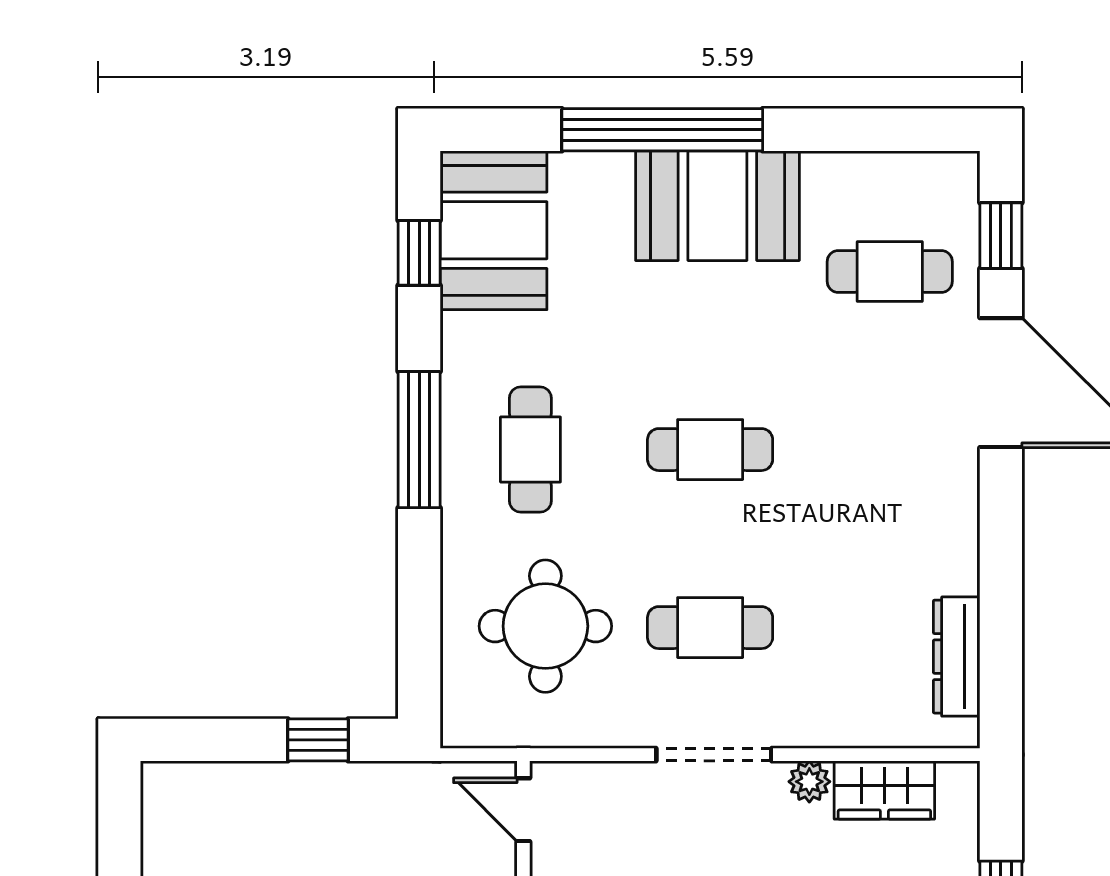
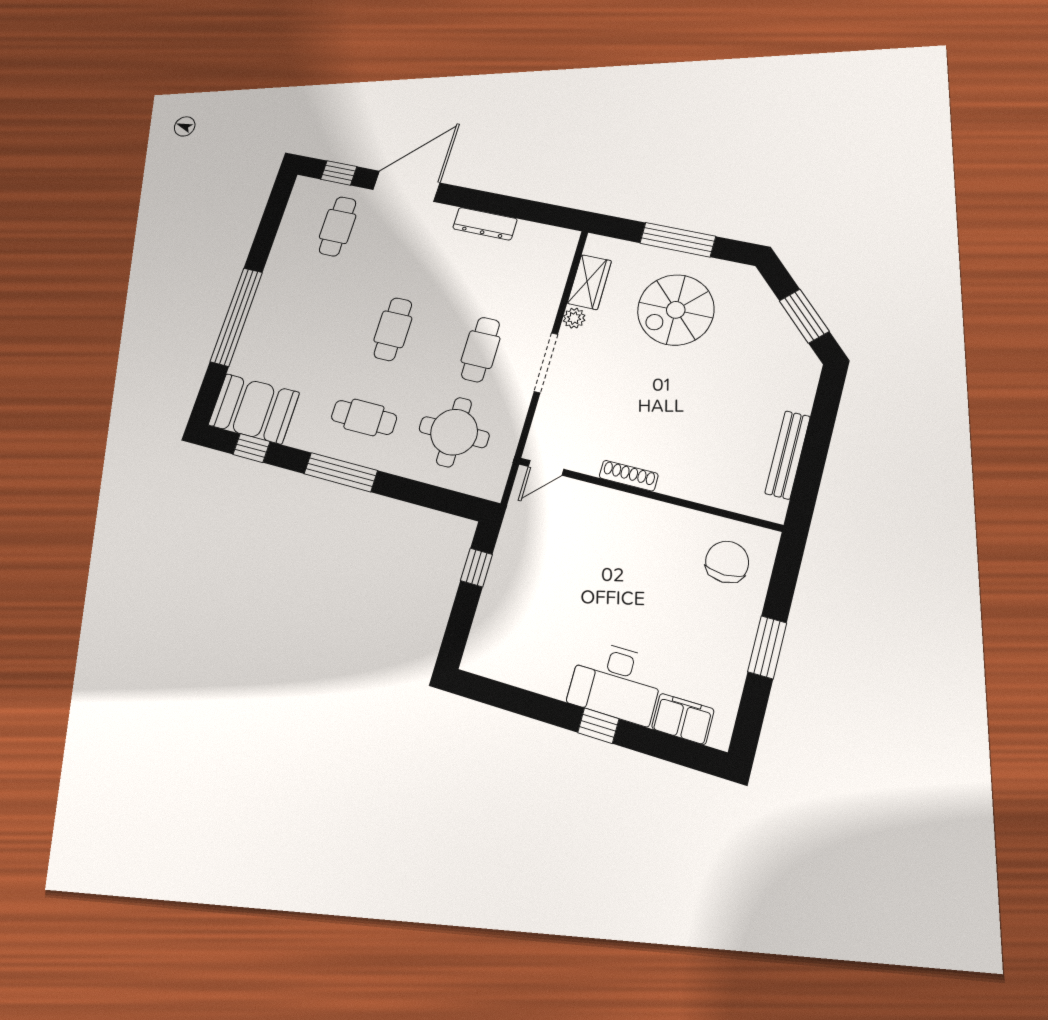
booth: (717, 206) -> (280, 299), removed
dresser: (957, 657) -> (485, 224), moved

